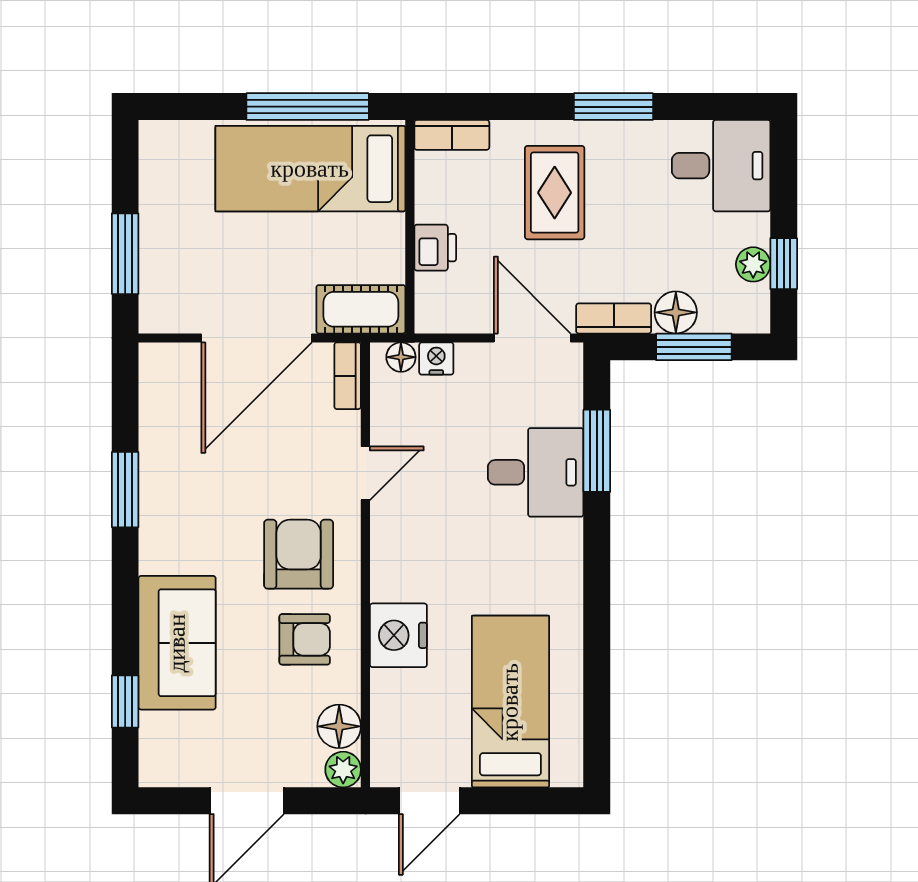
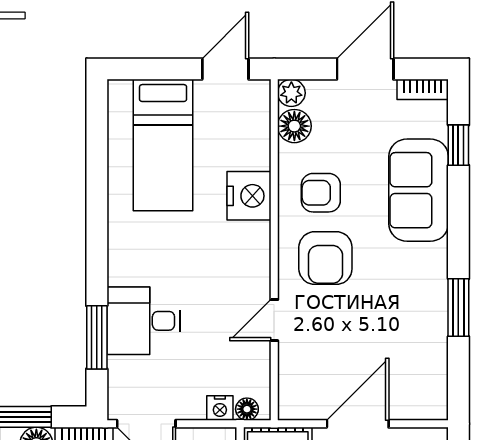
door: (257, 338) -> (358, 424), width x0.73
bookcase: (348, 376) -> (423, 89), moved, turned 90

